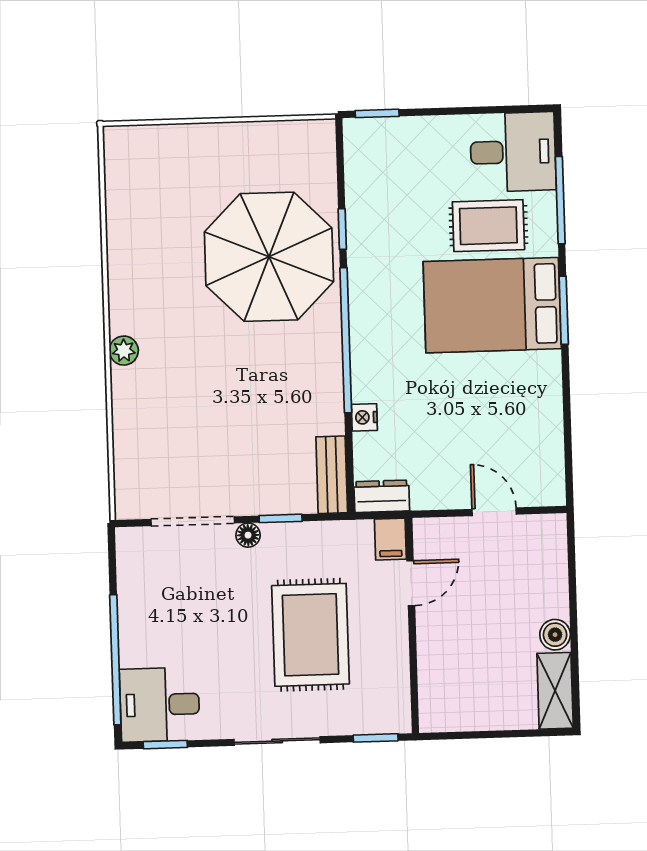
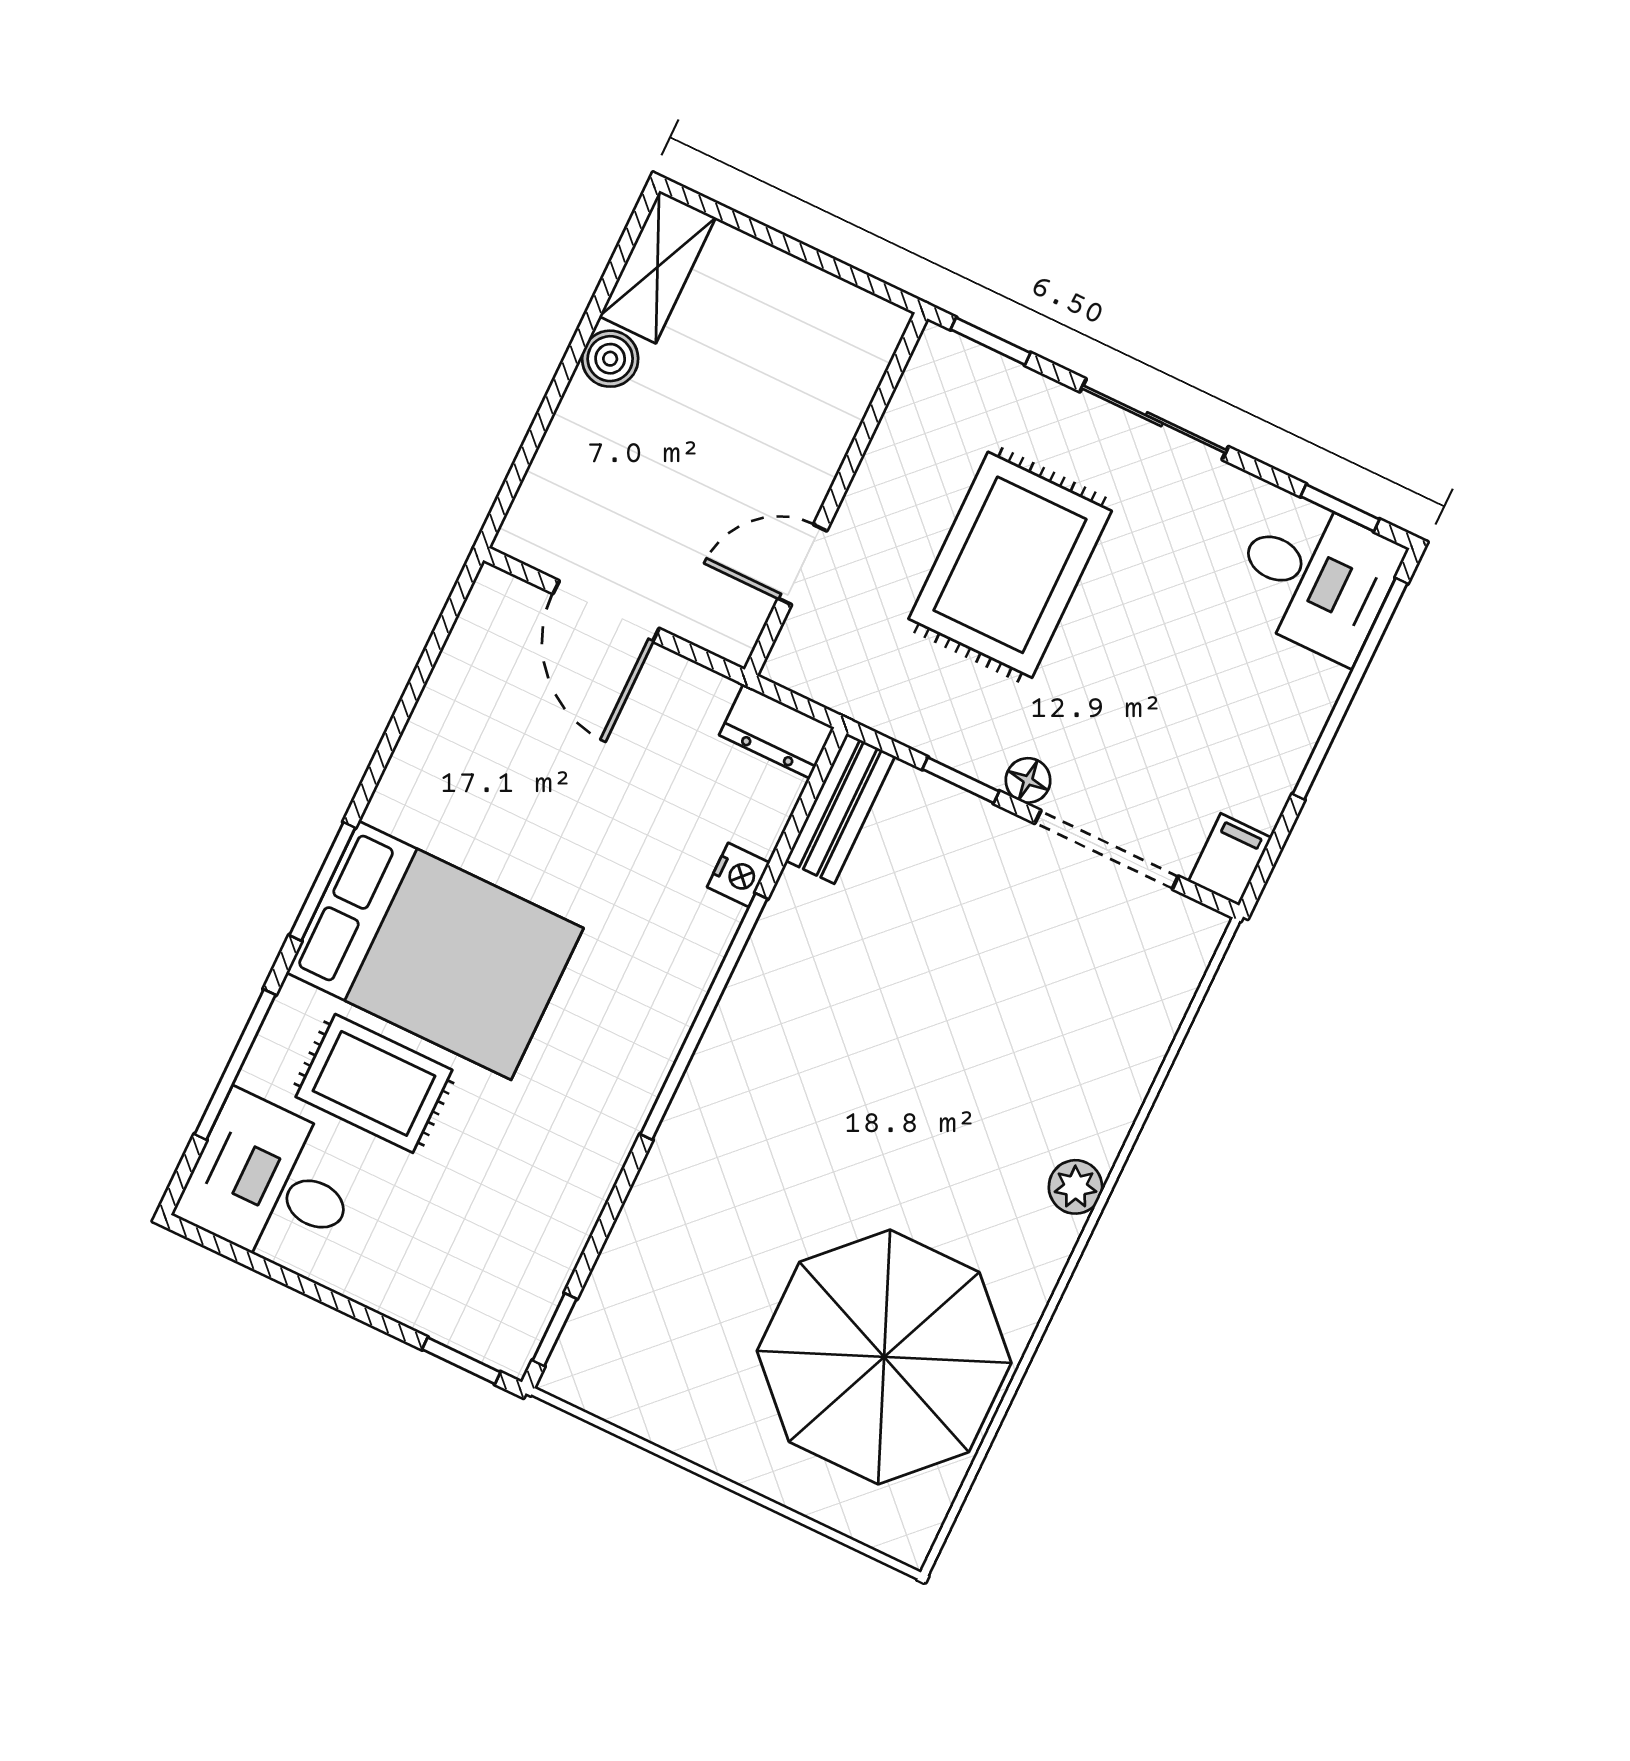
window: (342, 229) -> (555, 1330), moved
parasol: (269, 257) -> (884, 1357), moved
door: (494, 512) -> (606, 611), width x1.38
filing cabinet: (390, 539) -> (1230, 859), moved

